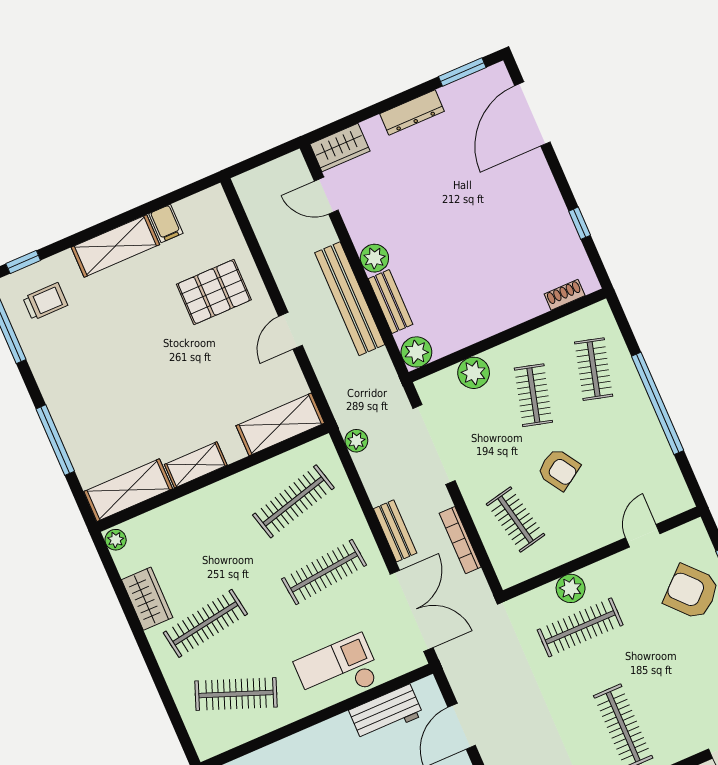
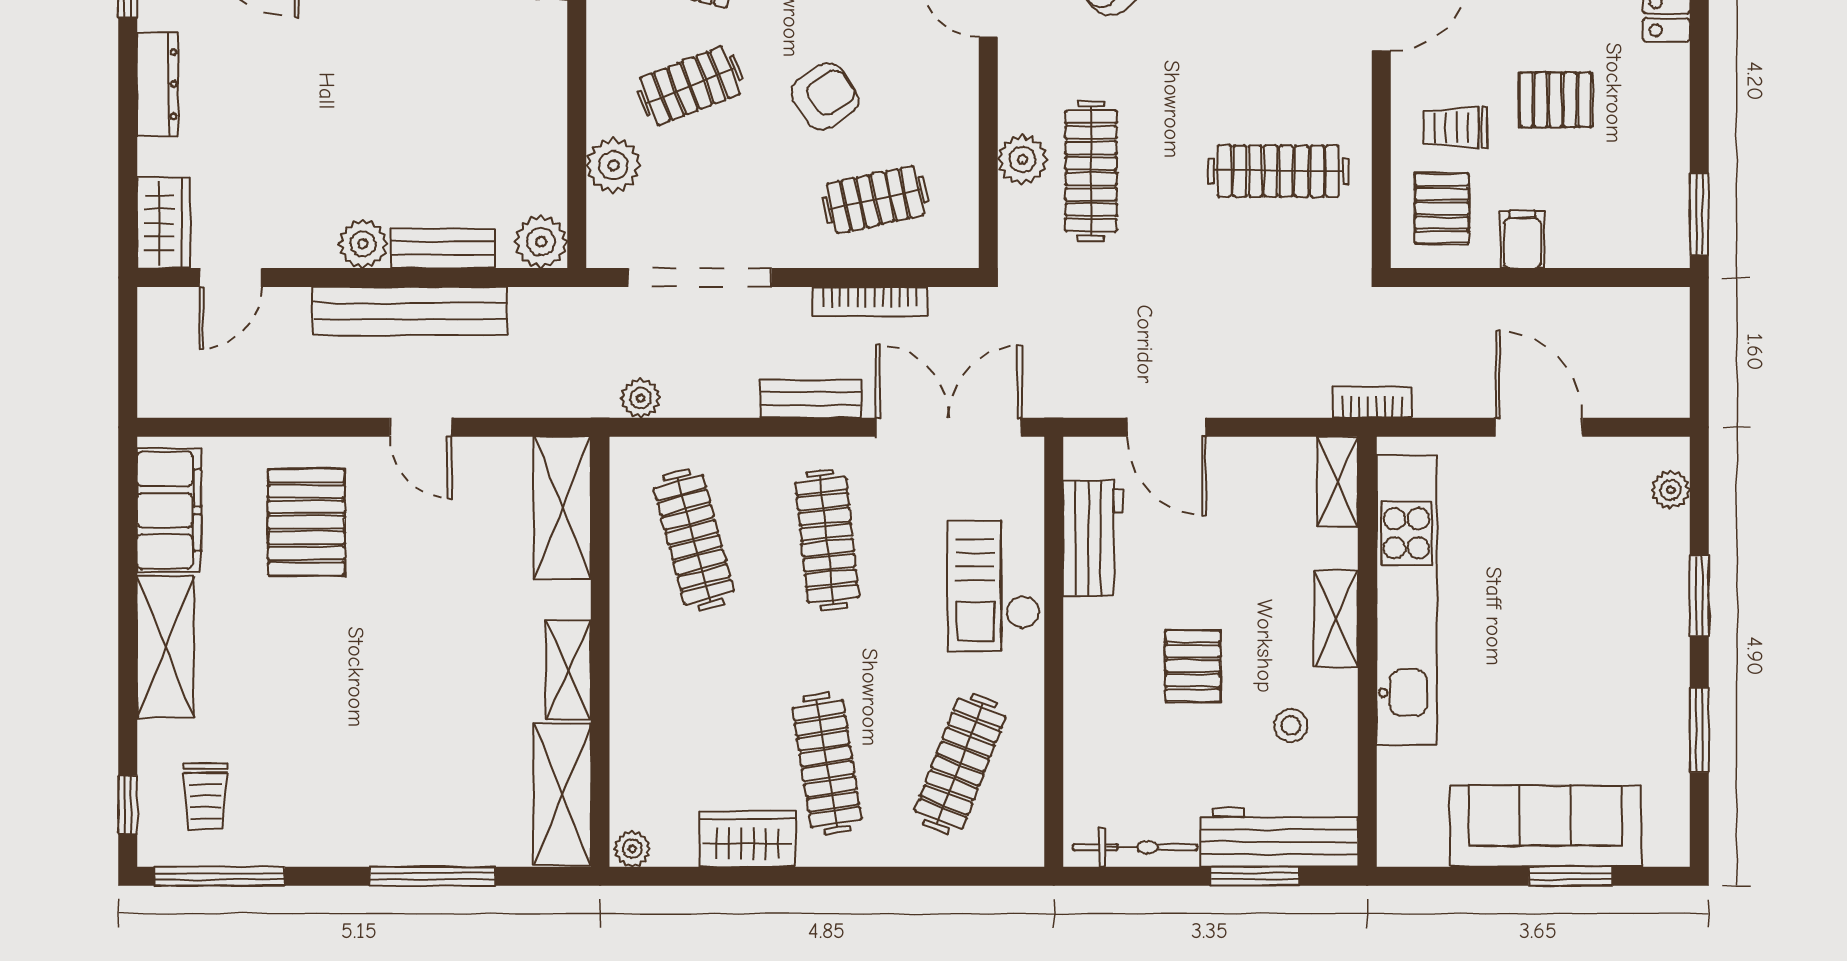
filing cabinet: (166, 224) -> (169, 510), width x3.00, depth x1.17
trolley: (45, 301) -> (206, 797), turned 180
clothes rail: (533, 395) -> (690, 86), turned -36

